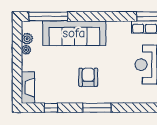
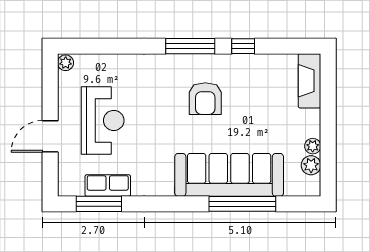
window: (48, 16) -> (242, 204), moved
window: (51, 108) -> (243, 46), moved

